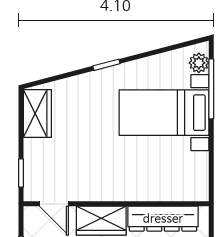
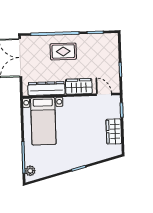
wardrobe: (37, 113) -> (114, 131), moved
bed with nightstands: (164, 113) -> (43, 121), moved, turned 90

